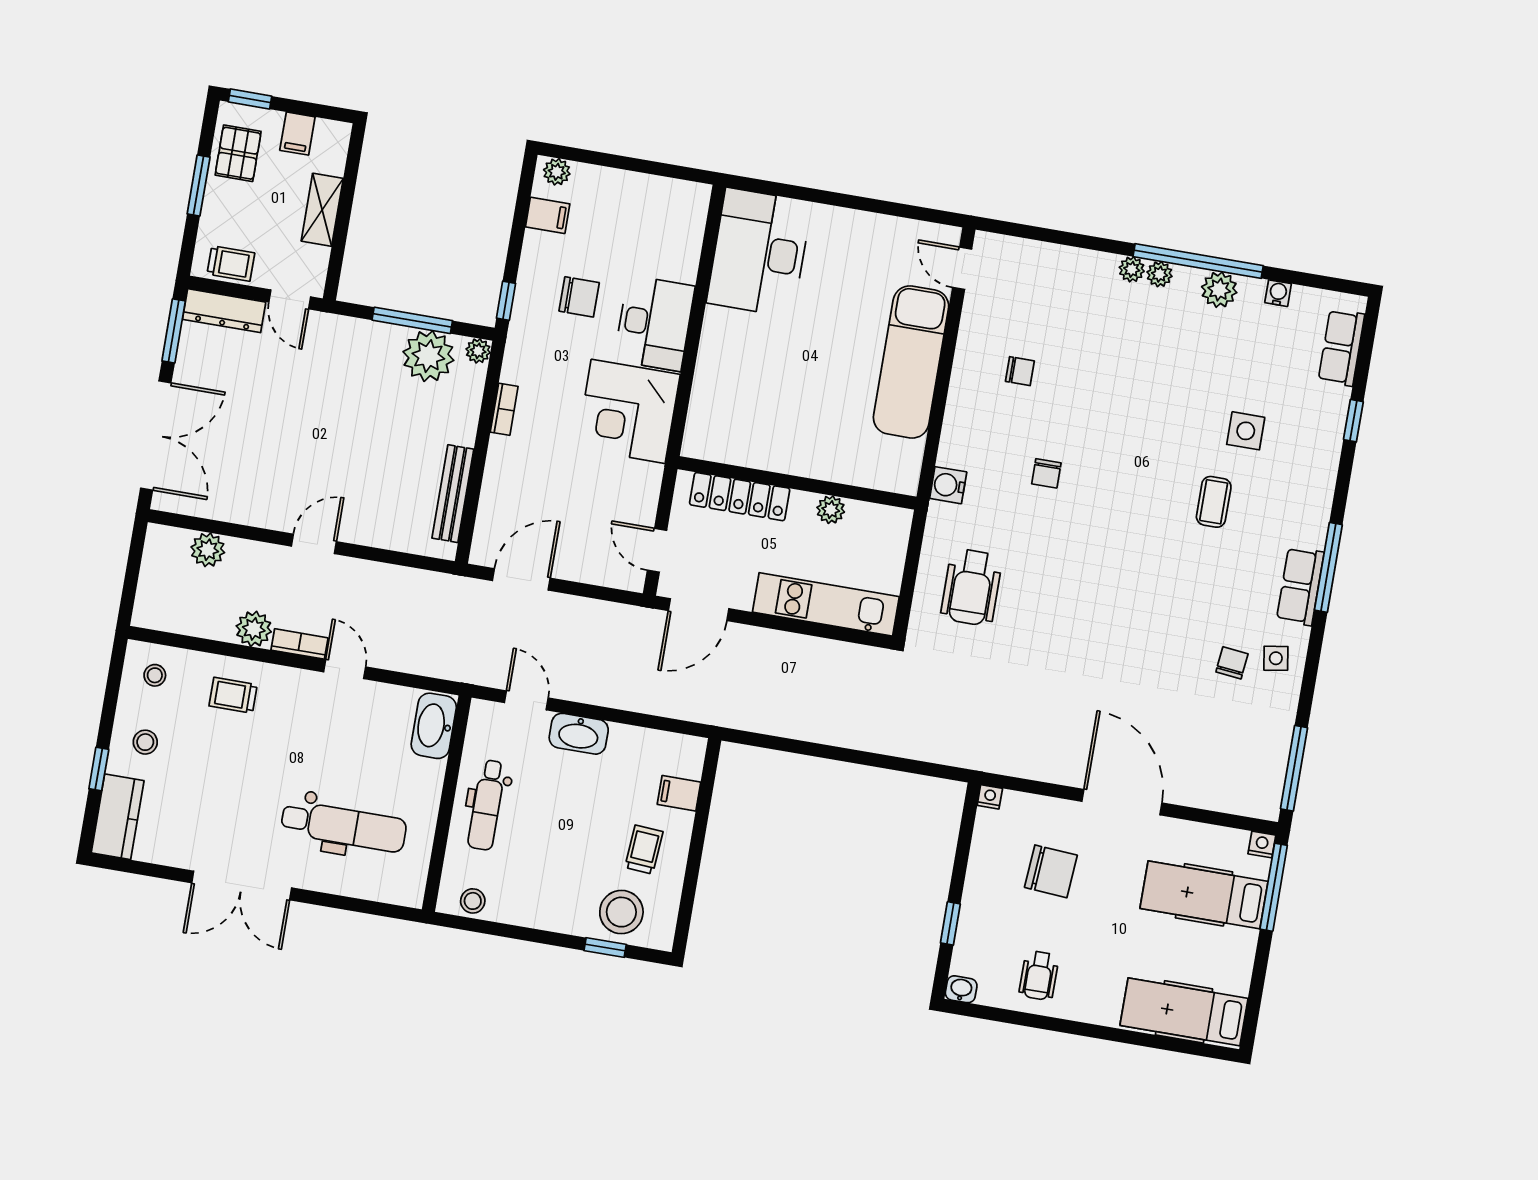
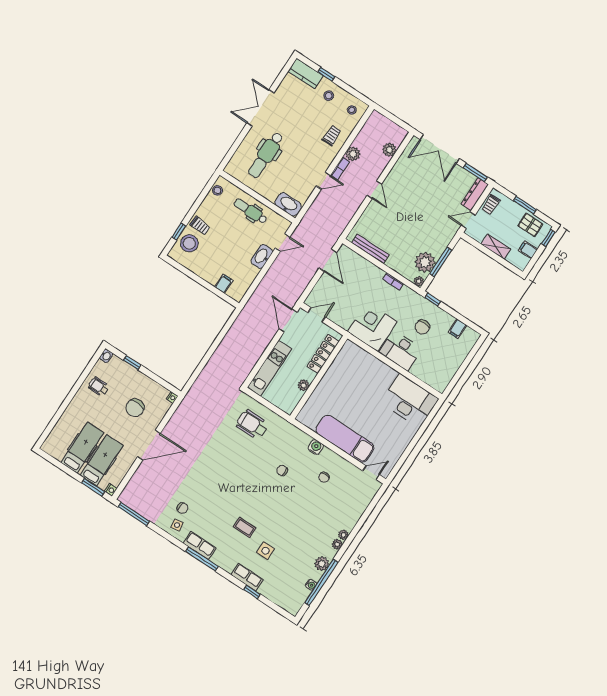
plant: (557, 172) -> (472, 339), removed
window: (1198, 261) -> (321, 582), moved
row of seats: (1341, 347) -> (247, 577), moved
water cooler: (948, 485) -> (316, 447), moved
trolley: (644, 850) -> (200, 226), moved
window: (1274, 887) -> (93, 487), width x0.69
hospital bed: (1184, 1012) -> (82, 448), moved

